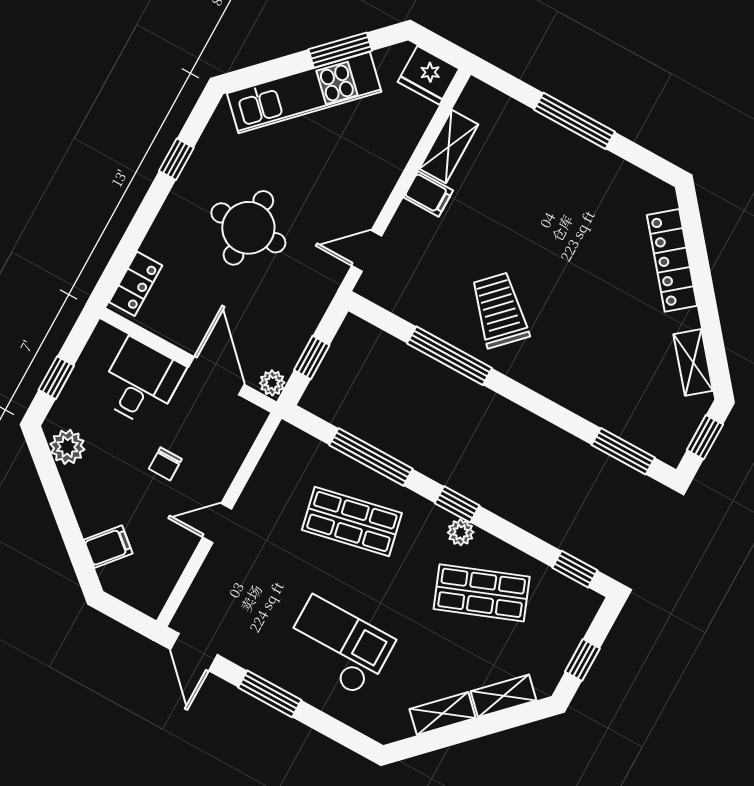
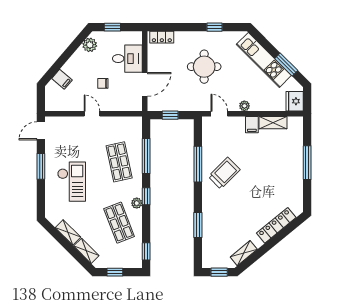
plant: (272, 383) -> (244, 106), moved
window: (623, 451) -> (198, 225), moved

